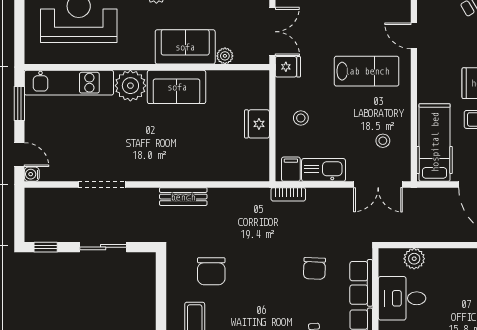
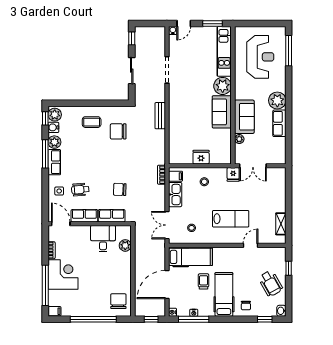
lab bench: (367, 71) -> (231, 219), turned -90

